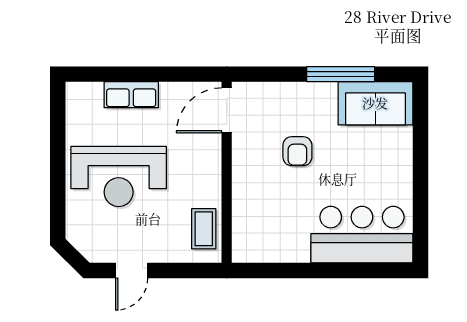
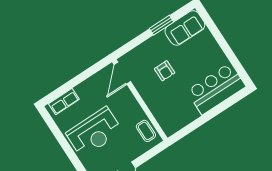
window: (341, 74) -> (162, 25), width x0.69
row of seats: (131, 95) -> (64, 102), moved

